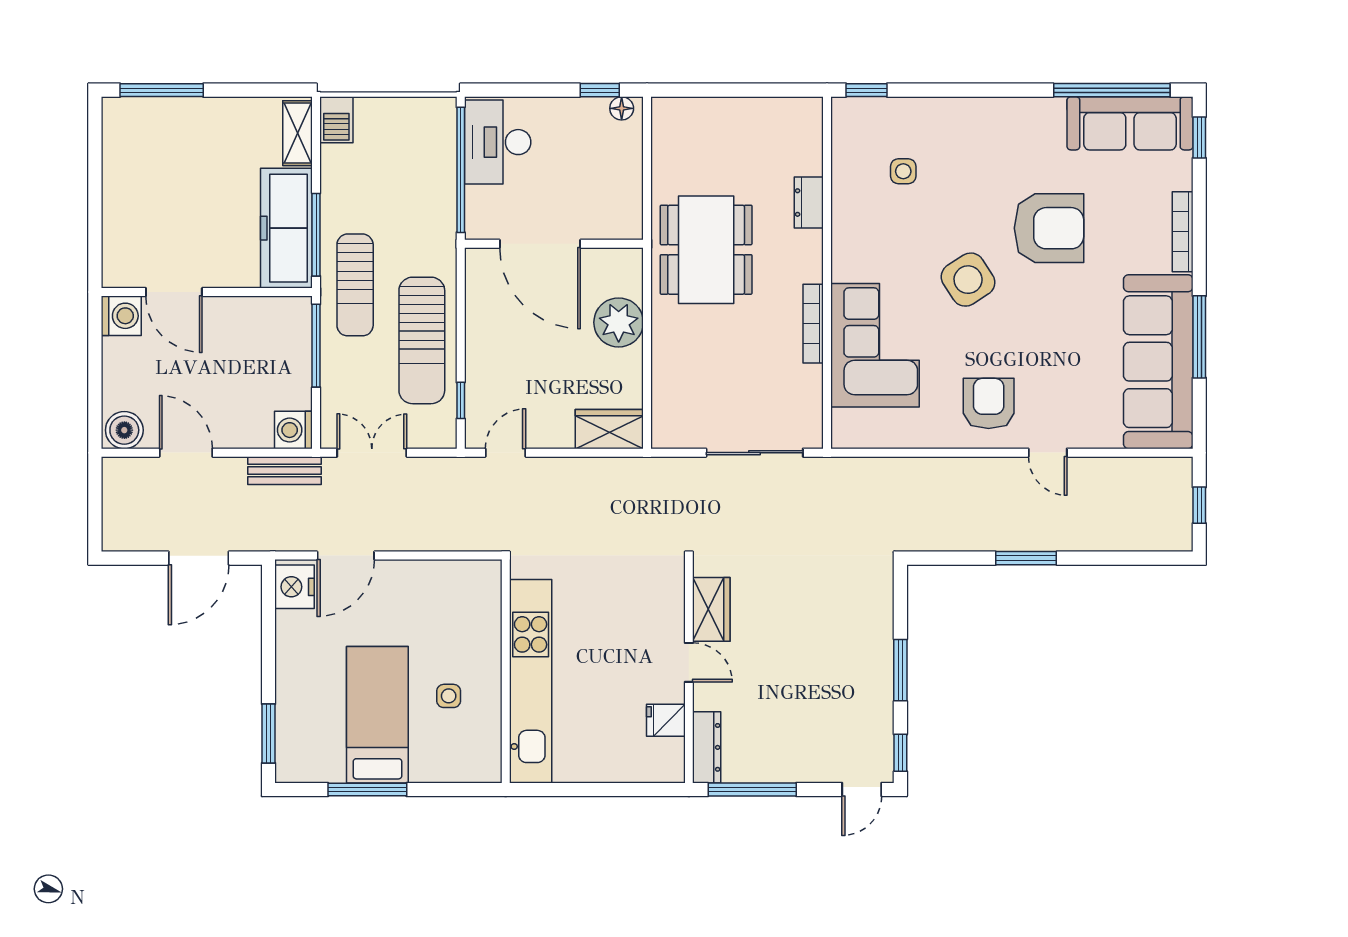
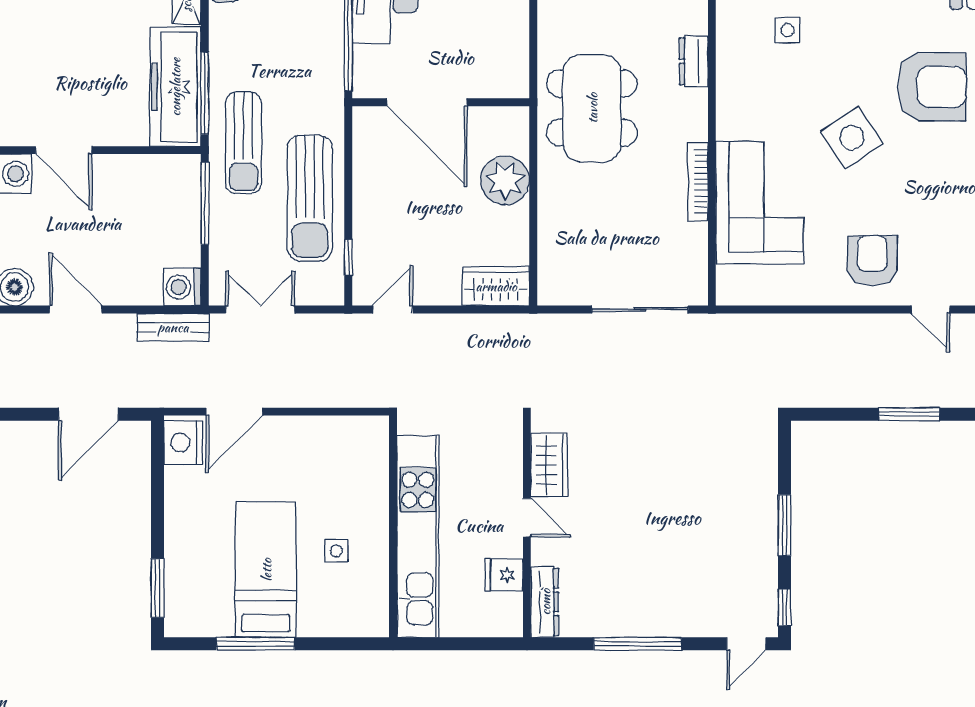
wardrobe: (711, 609) -> (549, 465), moved
door: (689, 662) -> (527, 518), moved
wall: (689, 671) -> (527, 526), moved
fridge: (666, 720) -> (504, 575), moved
dresser: (707, 747) -> (545, 602), moved

